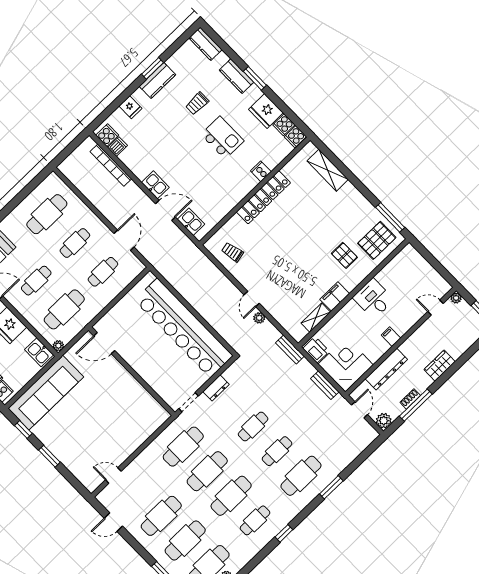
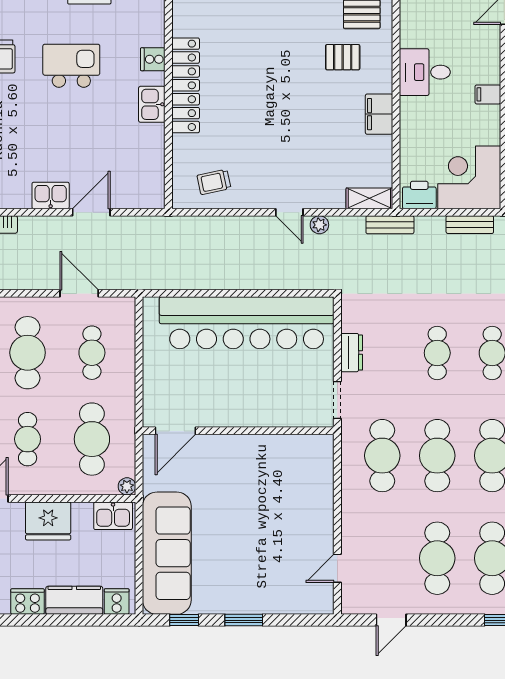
kitchen sink: (191, 222) -> (152, 104), moved, turned -90
cafe table: (75, 243) -> (28, 353), width x1.37, depth x1.35
shelving: (316, 318) -> (369, 198), moved, turned 90

